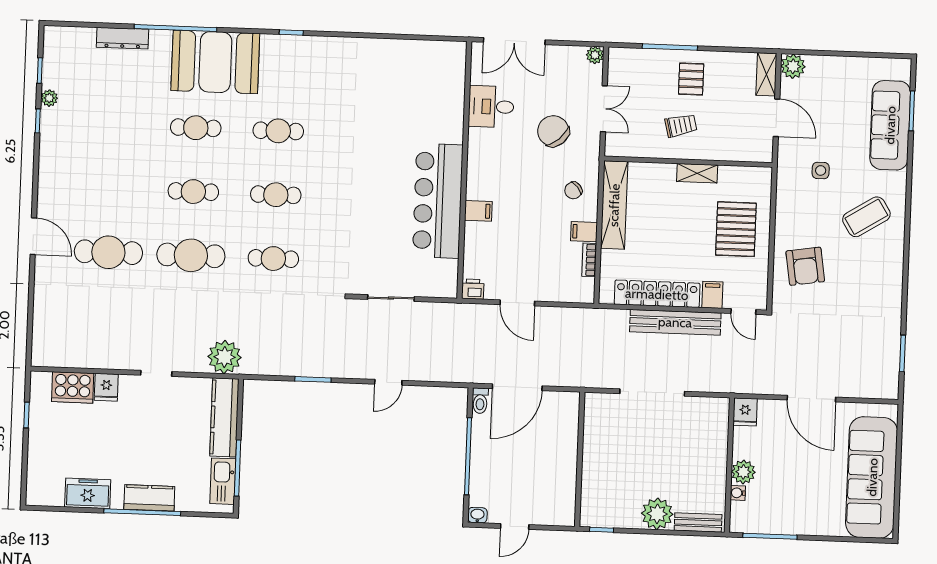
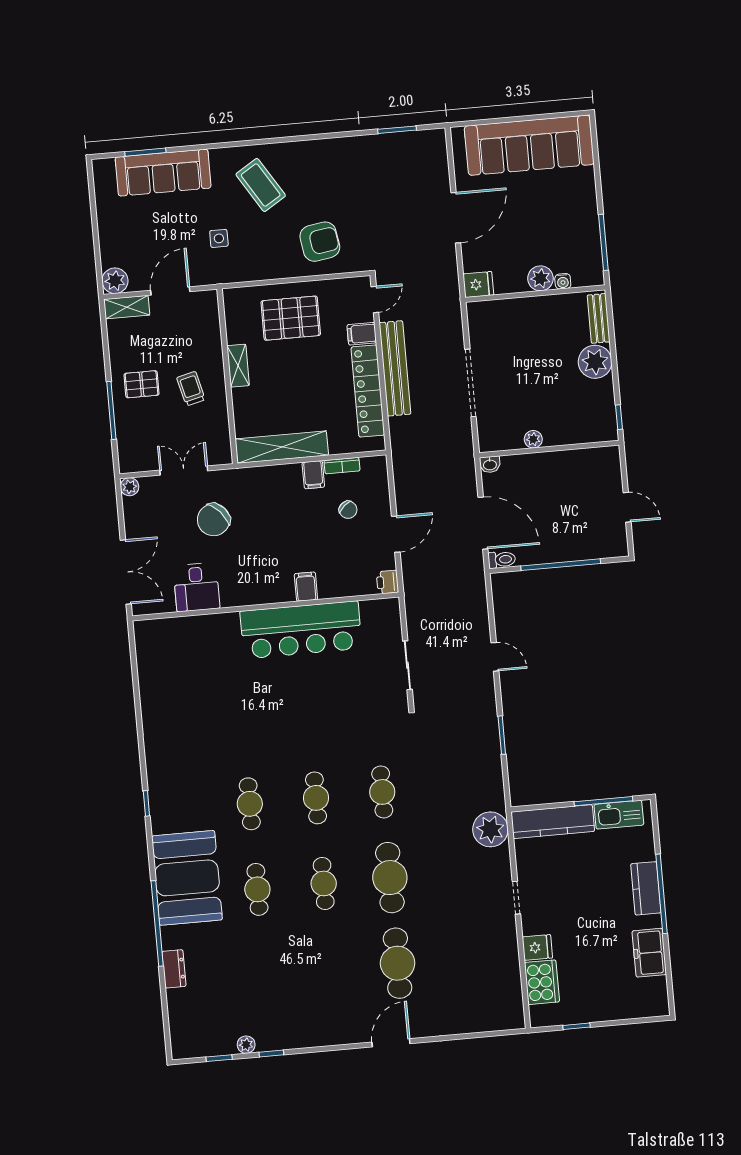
dresser: (123, 38) -> (174, 969), width x0.70
chair: (573, 190) -> (348, 510), moved
plant: (591, 445) -> (533, 439), added
washbasin: (477, 515) -> (490, 464), moved, turned -90

